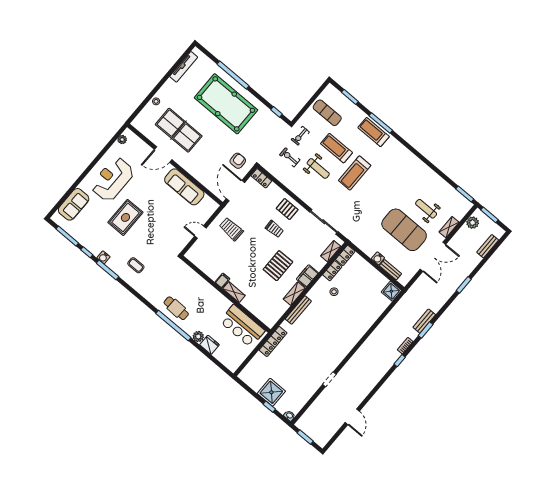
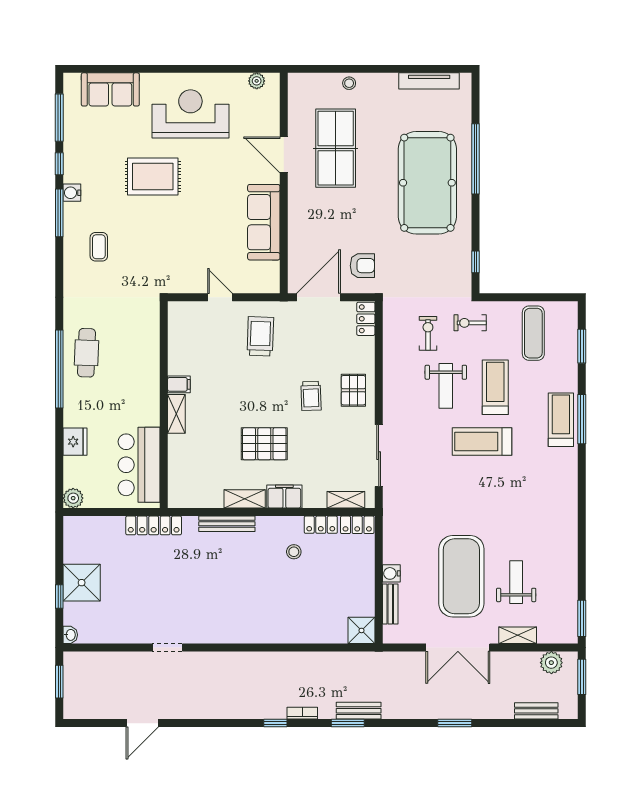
plant: (198, 337) -> (73, 498), moved

